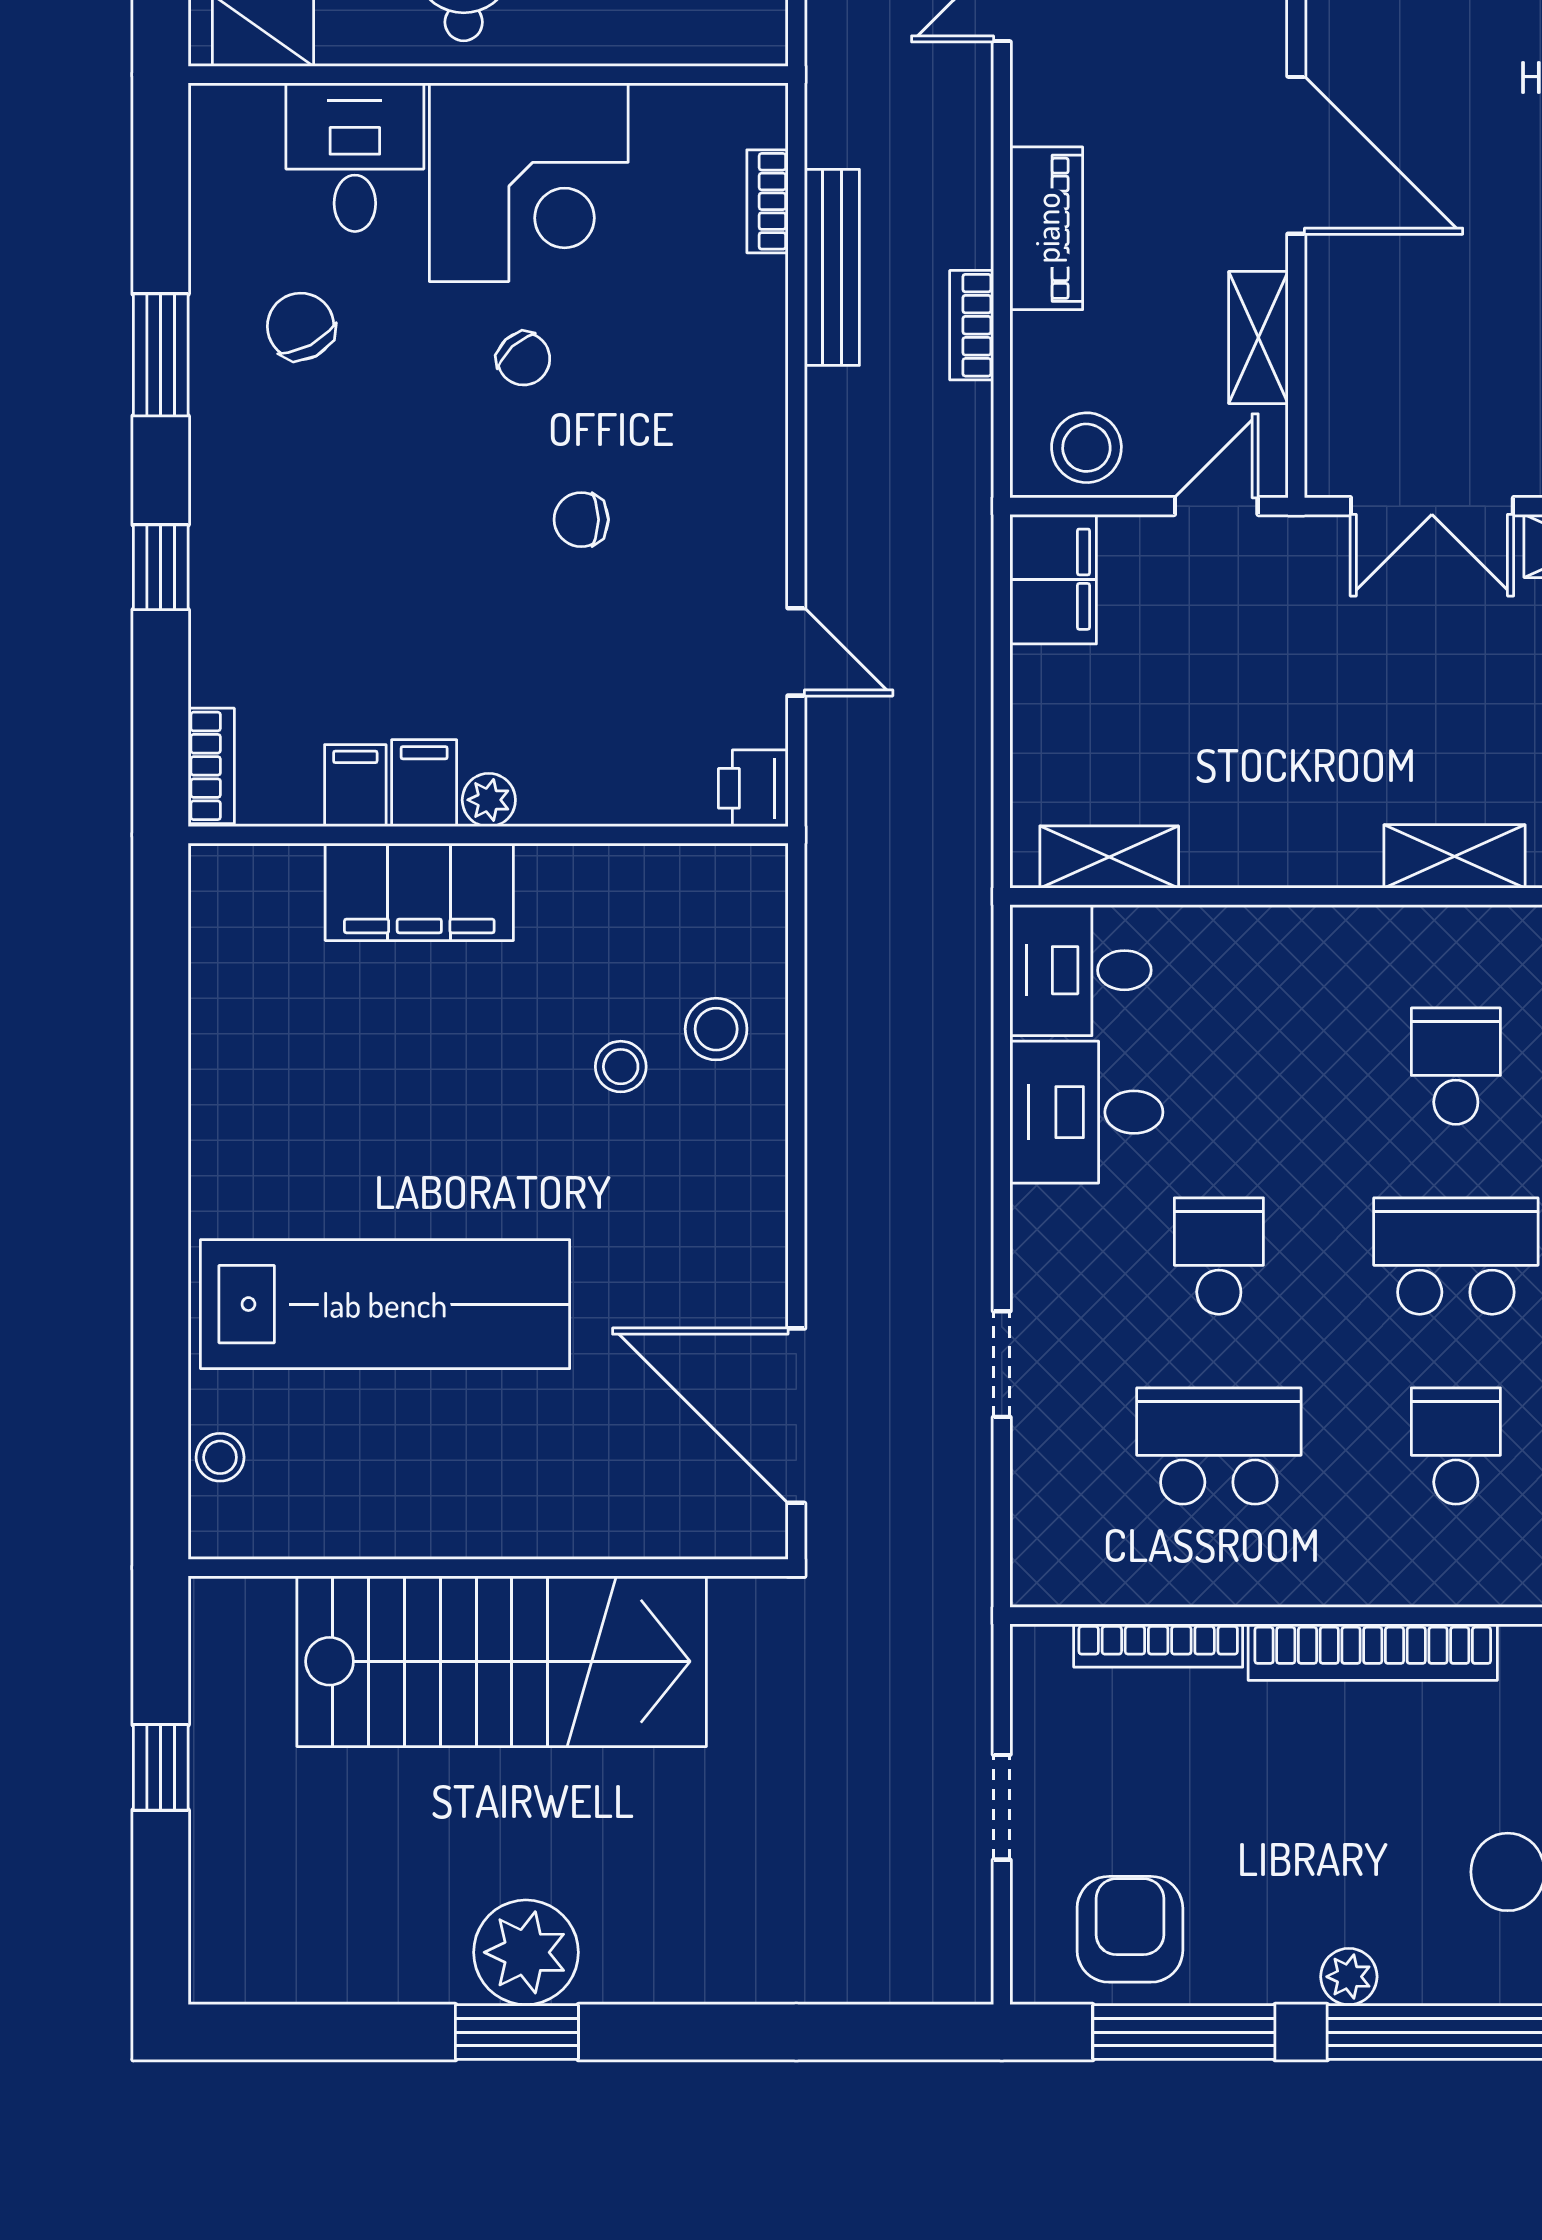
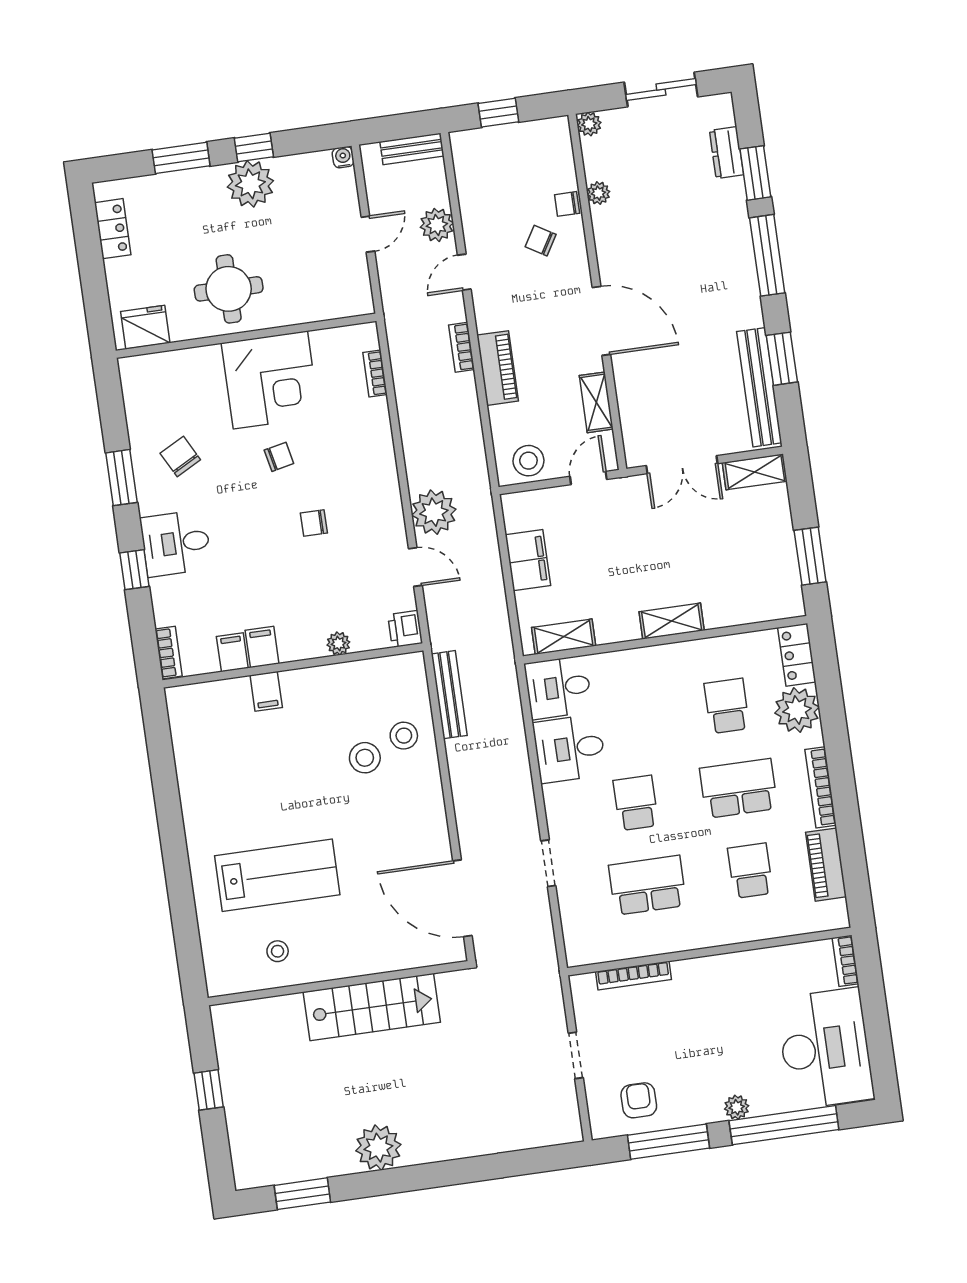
desk: (355, 157) -> (176, 543), moved, turned -90
bench: (832, 267) -> (449, 695), moved
bookcase: (972, 325) -> (462, 347), moved
chair: (524, 359) -> (279, 457), turned -59
plant: (856, 534) -> (434, 512), added
filing cabinet: (1053, 579) -> (528, 560), moved
plant: (489, 800) -> (338, 644), moved
shelving: (1454, 856) -> (672, 621), moved
filing cabinet: (419, 892) -> (266, 691), width x0.33, depth x0.86
stool: (621, 1067) -> (365, 758), width x1.37, depth x1.37
lab bench: (385, 1304) -> (277, 875), width x0.73
stool: (220, 1457) -> (278, 951), moved
bookcase: (1373, 1652) -> (727, 965), removed
stairs: (502, 1661) -> (372, 1007), width x0.73, depth x0.66
armchair: (1130, 1929) -> (639, 1100), width x0.72, depth x0.72
window: (517, 2032) -> (302, 1194), moved

